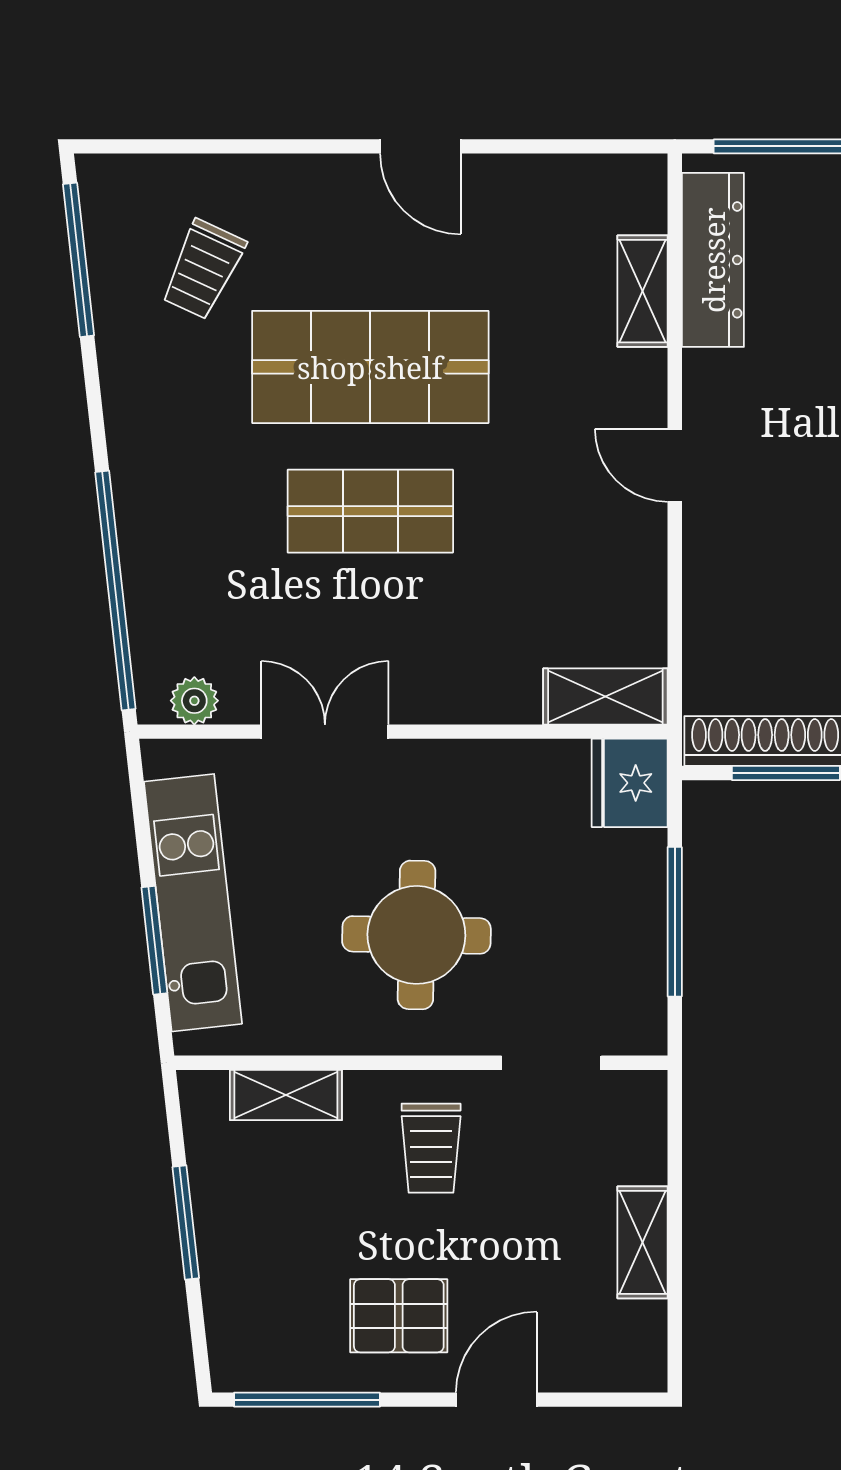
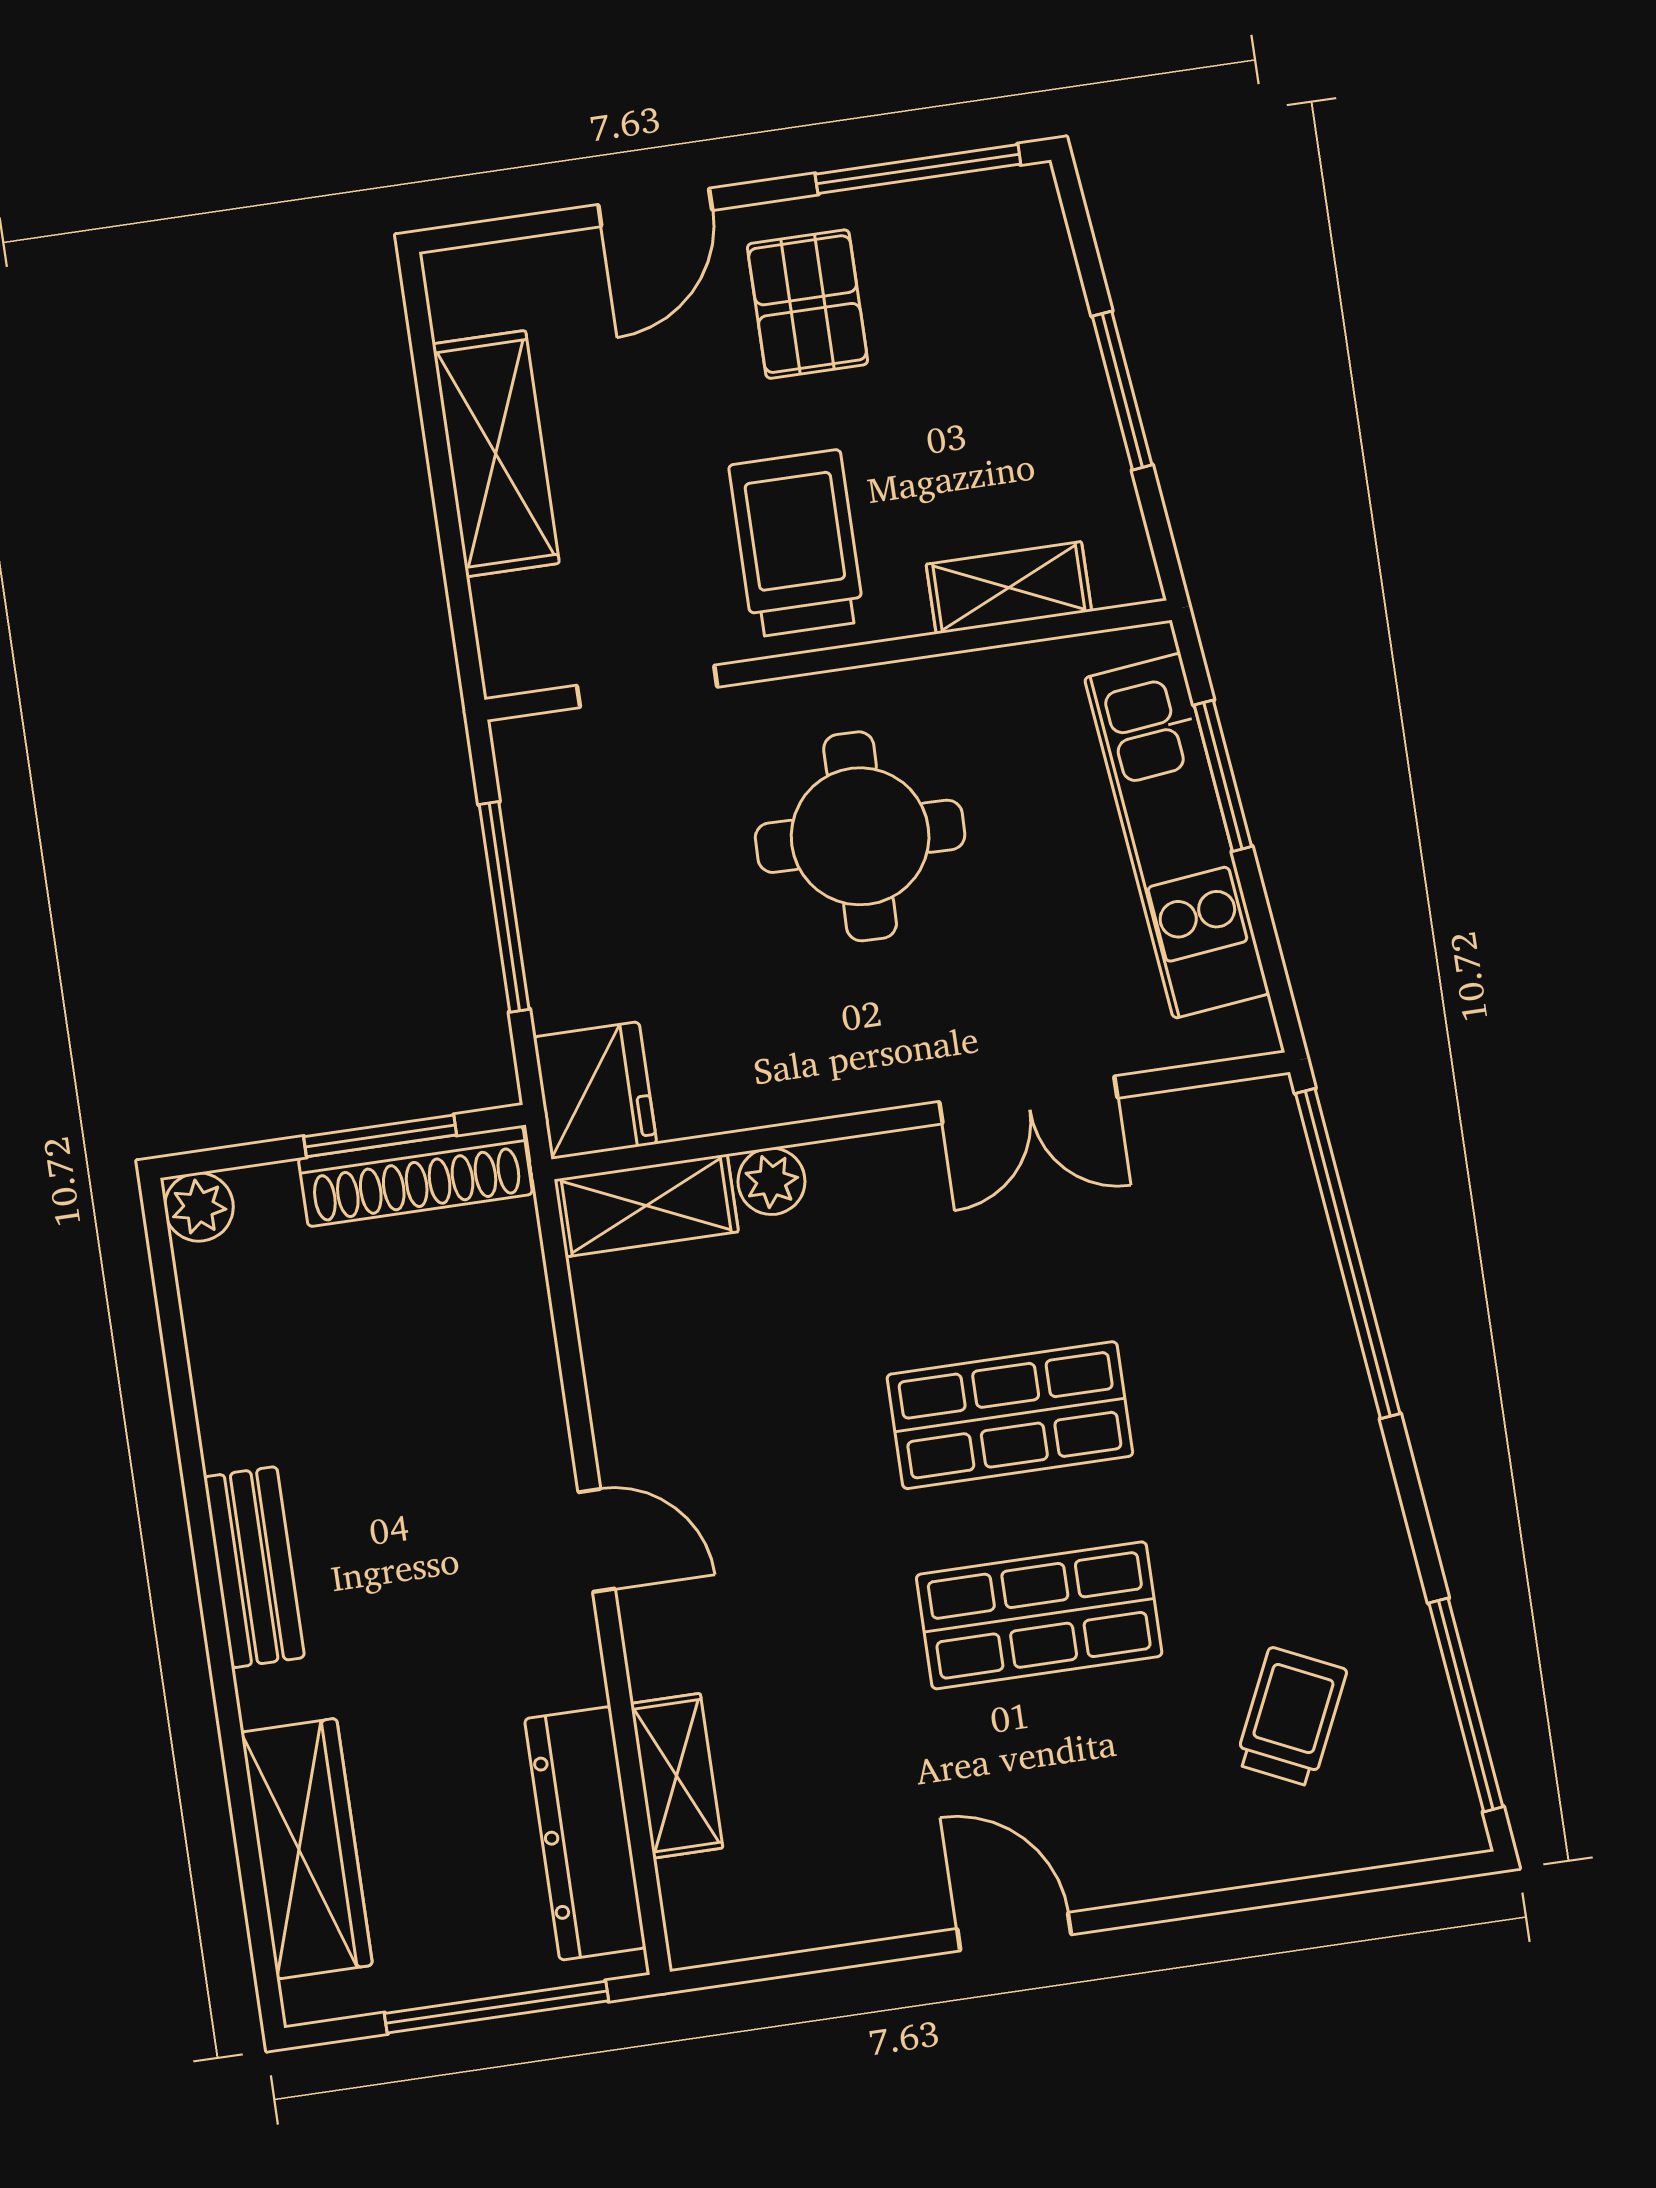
shop shelf: (370, 367) -> (1039, 1615), width x0.70, depth x0.74
plant: (194, 701) -> (771, 1181), moved
trolley: (431, 1148) -> (797, 543), width x1.36, depth x1.39
shelving: (642, 1242) -> (496, 454), width x1.50, depth x1.33
pallet: (399, 1316) -> (808, 304), turned 90

